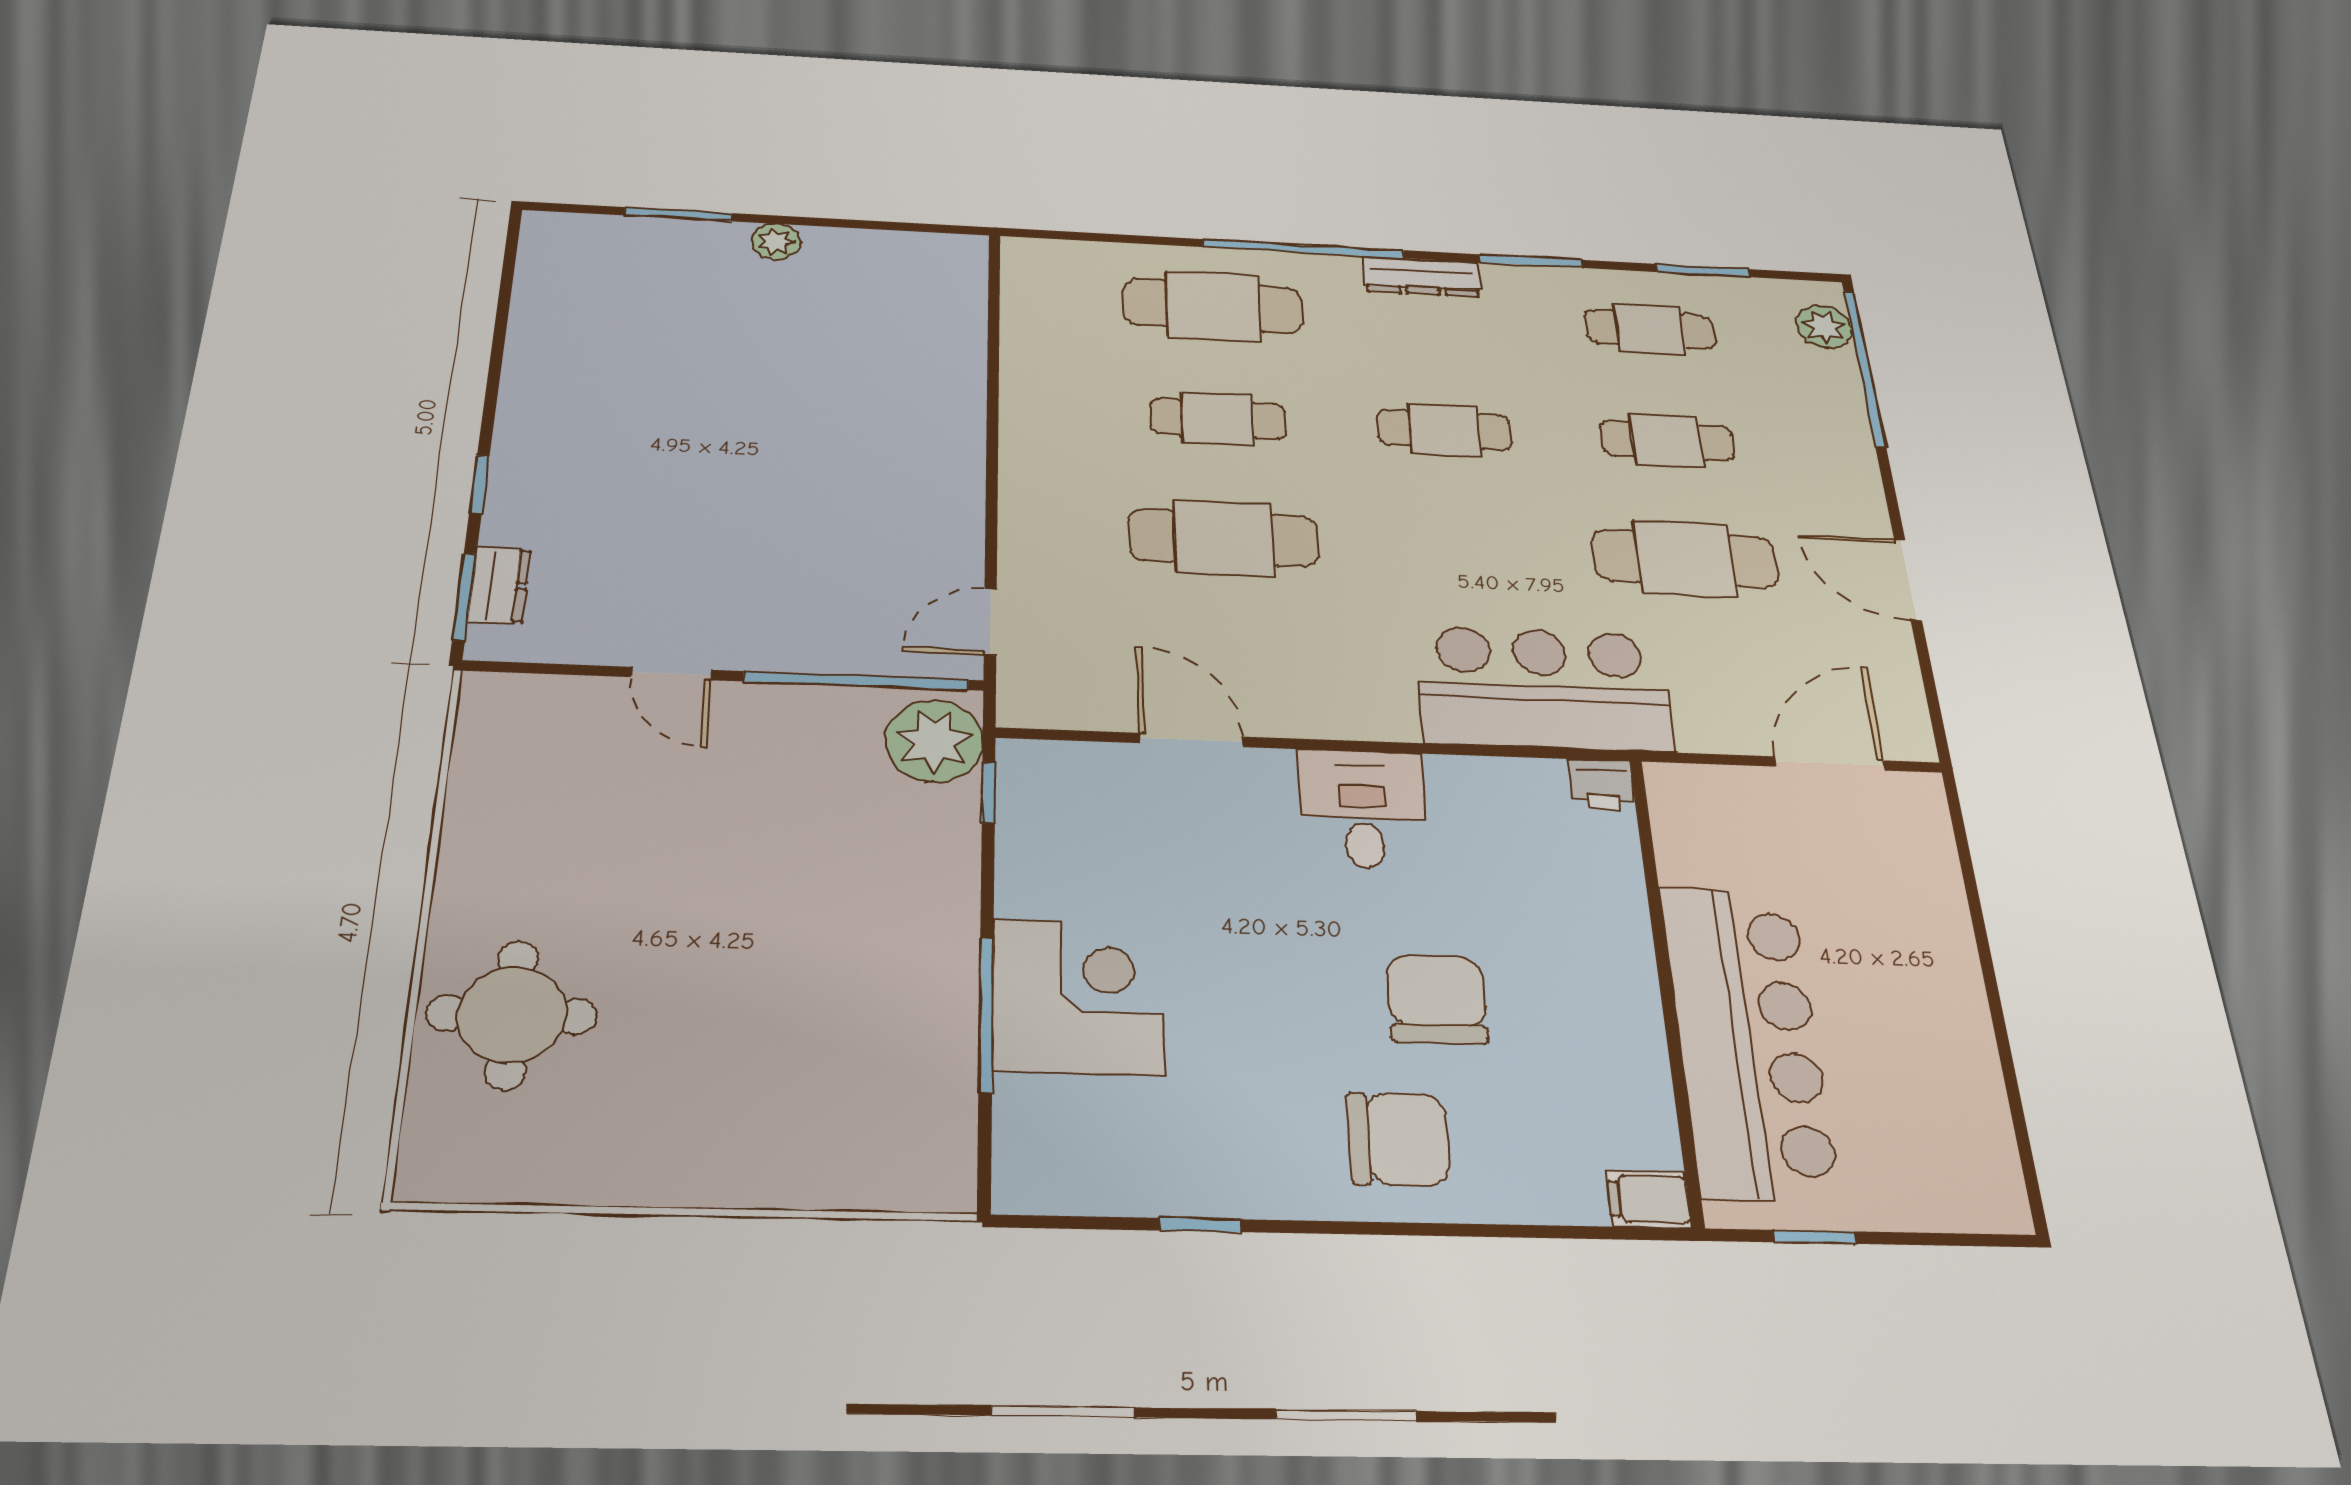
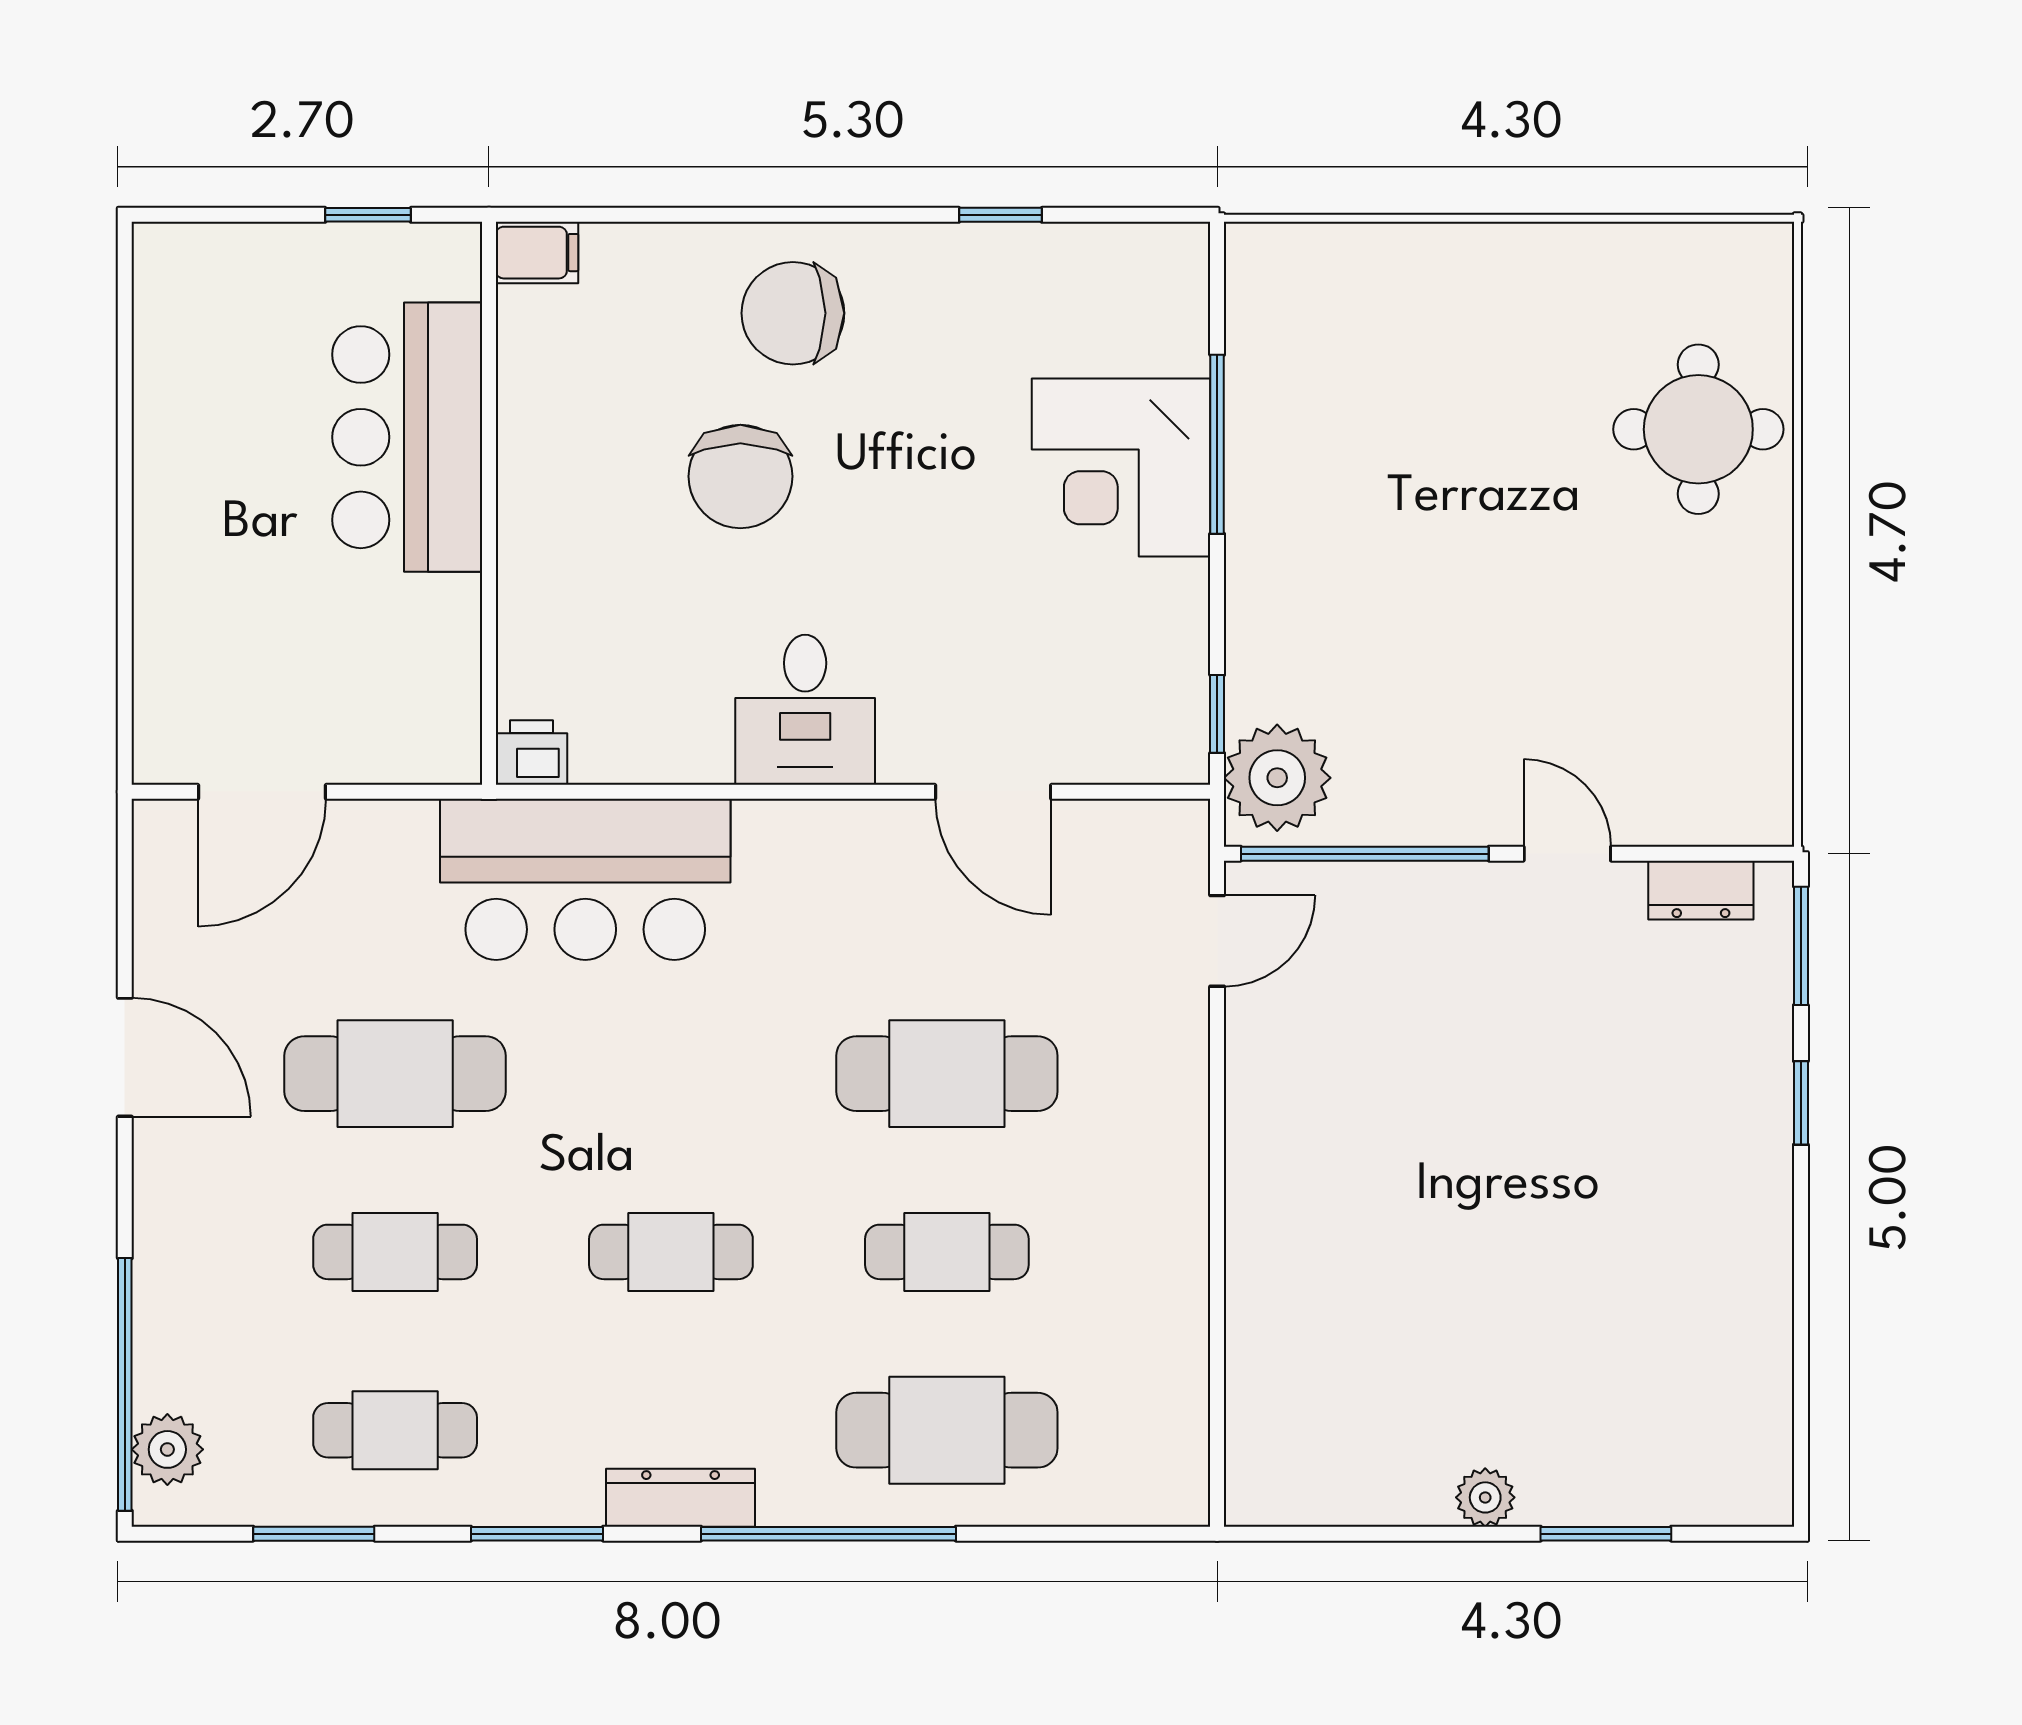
dresser: (499, 585) -> (1701, 890), moved, turned -90
bar counter: (1748, 1041) -> (407, 437), width x0.73

